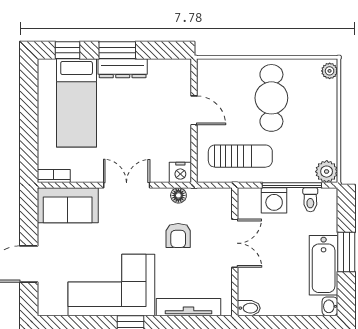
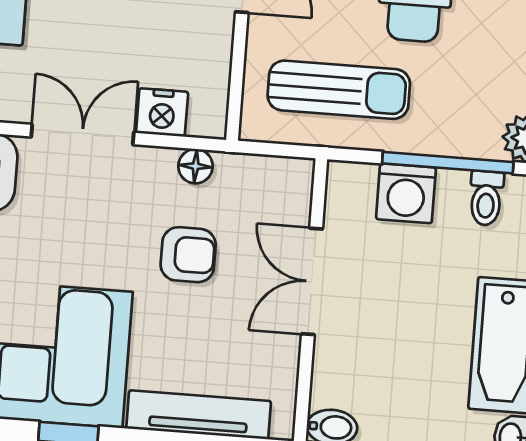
nightstand: (180, 172) -> (162, 112), moved
armchair: (178, 235) -> (188, 255), turned -90
double door: (235, 243) -> (312, 281), swing flipped

